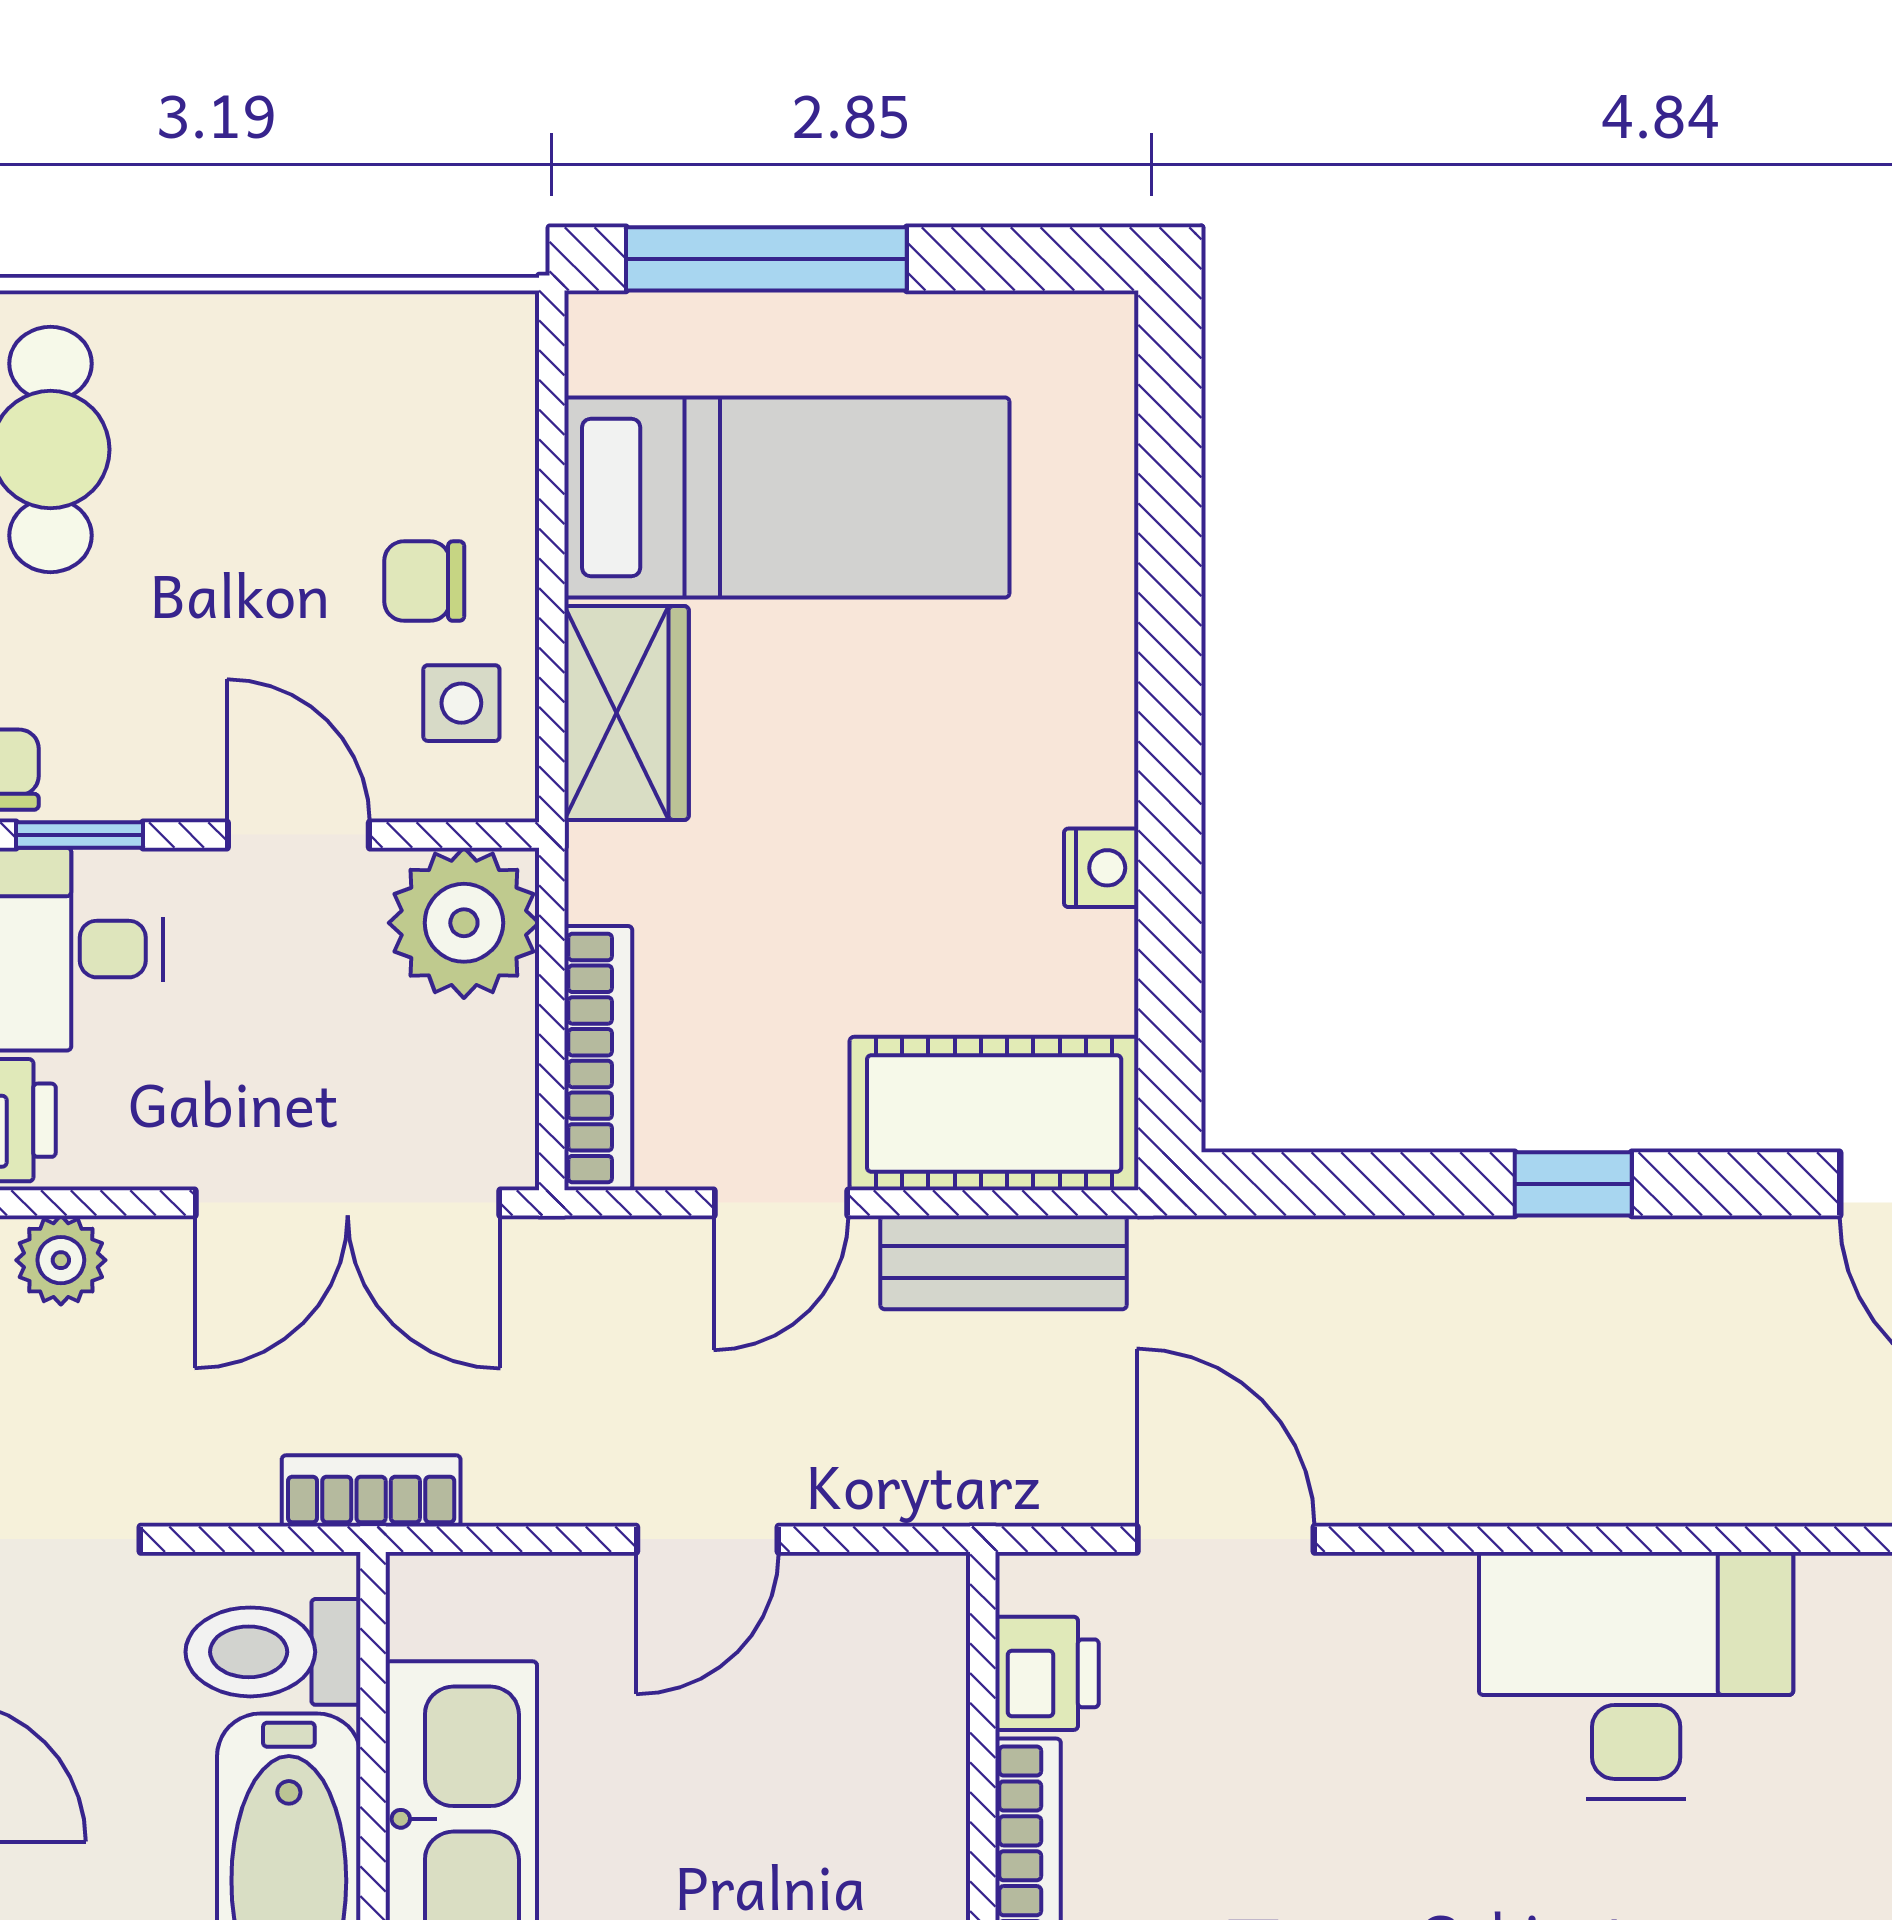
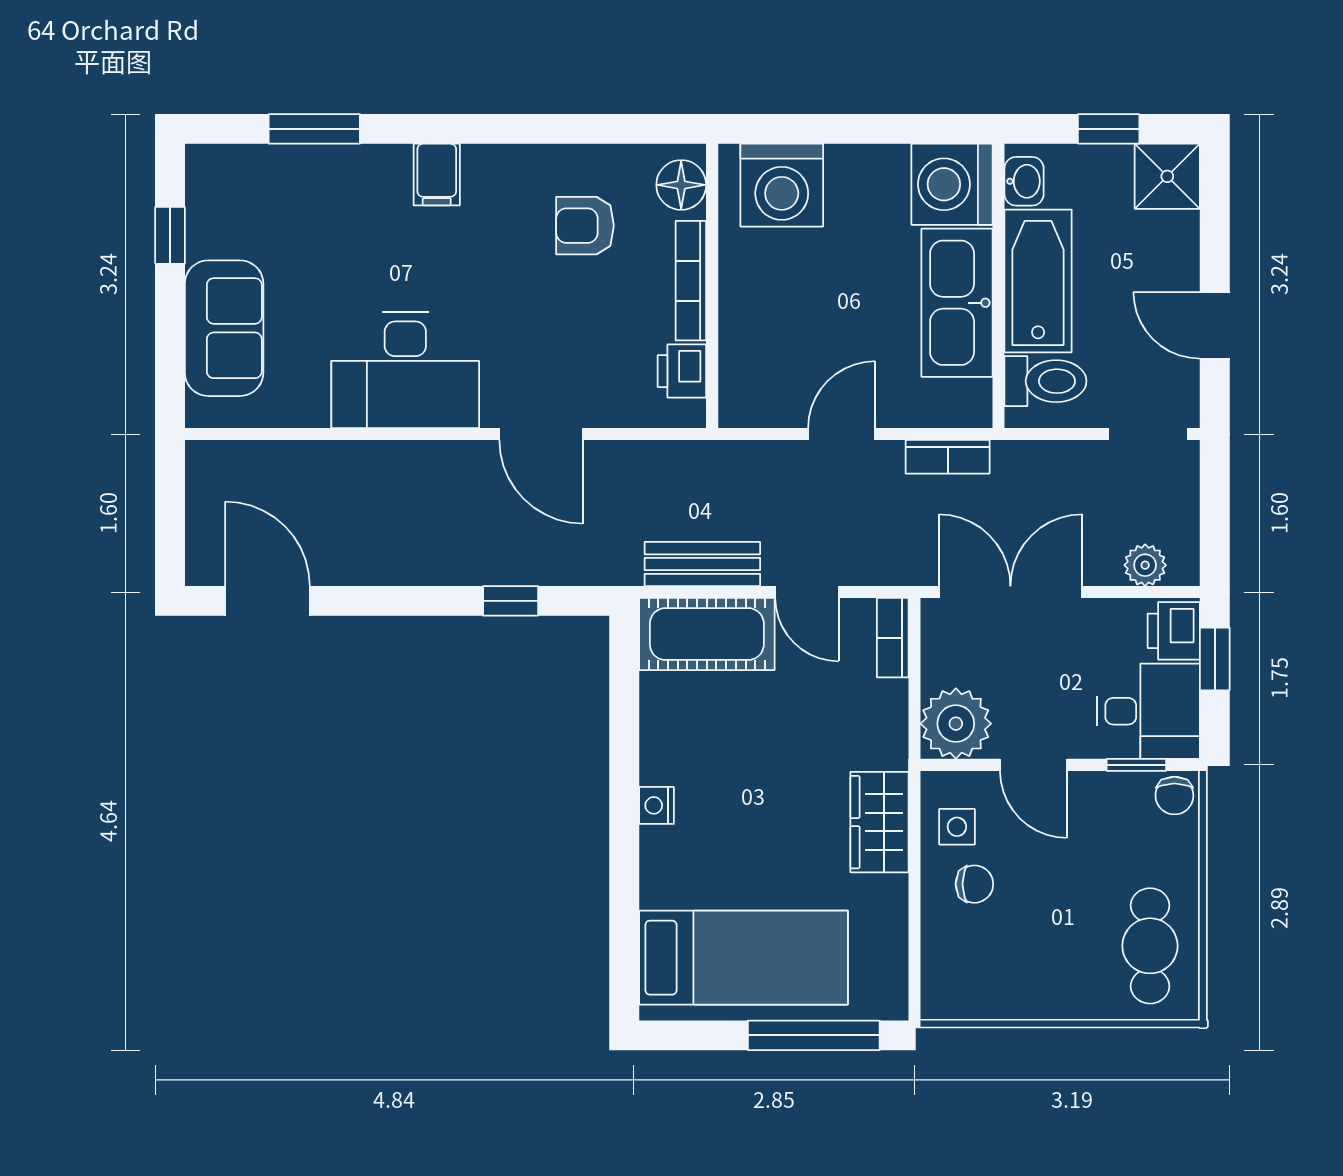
bed: (787, 497) -> (744, 958), moved, turned 180
nightstand: (1101, 868) -> (656, 805), moved
bookcase: (598, 1058) -> (893, 638), width x0.64
window: (1573, 1184) -> (511, 601), moved
door: (781, 1203) -> (807, 592), swing flipped
bookcase: (371, 1491) -> (948, 457), moved
door: (1226, 1539) -> (541, 434), moved

